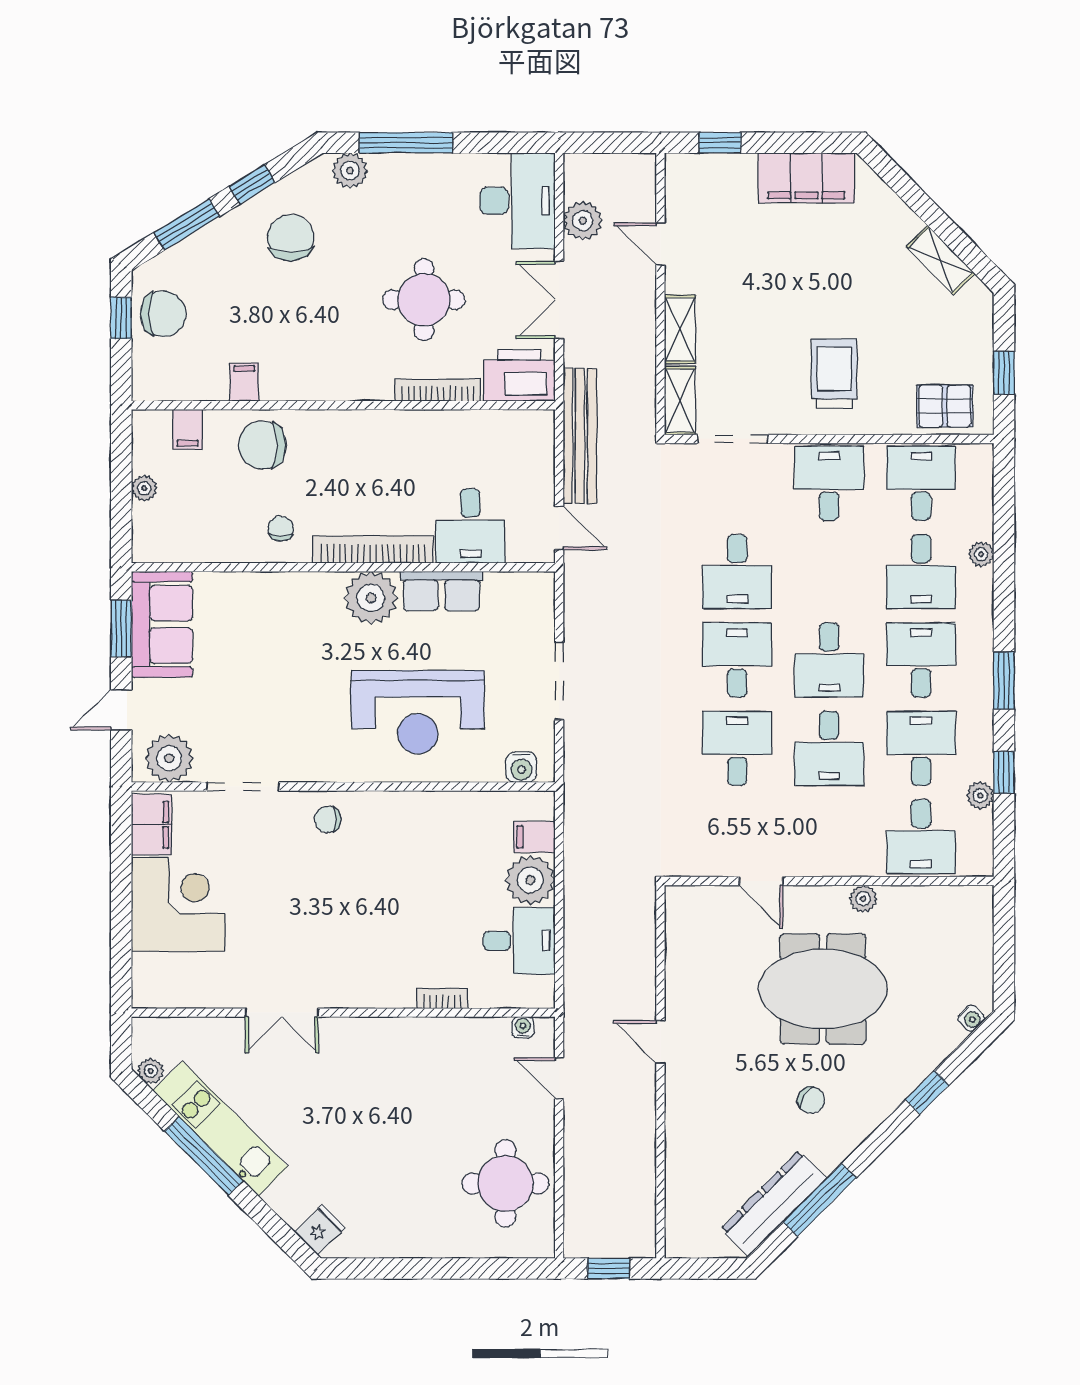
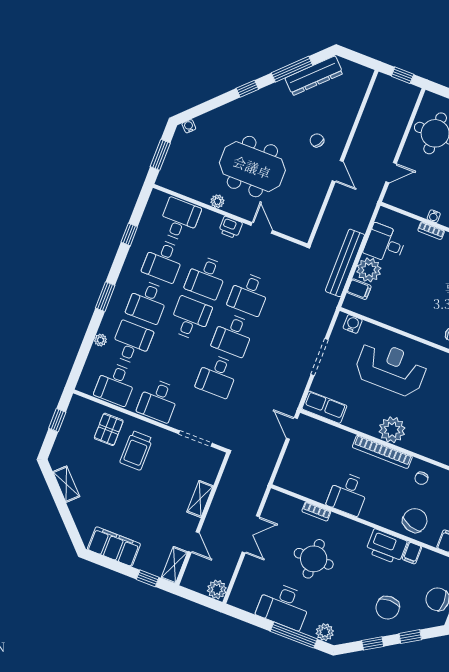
desk: (518, 201) -> (284, 606), moved, turned -90
plant: (583, 221) -> (217, 589), moved
window: (187, 224) -> (410, 637), width x0.67
chair: (291, 238) -> (388, 608), moved
printer: (519, 375) -> (386, 546), moved
bookcase: (438, 390) -> (316, 512), width x0.64
shelving: (680, 401) -> (174, 565), moved
pallet: (945, 406) -> (109, 429), moved, turned 90
bench: (580, 436) -> (345, 263), moved
chair: (262, 445) -> (415, 520), turned -72
desk: (470, 526) -> (348, 494), moved, turned 180
desk: (737, 572) -> (217, 376), turned 180
row of seats: (442, 591) -> (324, 407), moved
window: (1004, 681) -> (105, 297), moved
desk: (829, 748) -> (206, 277), turned 180
plant: (980, 796) -> (144, 228), removed
printer: (820, 859) -> (230, 227), added
window: (1004, 944) -> (160, 155), added
water cooler: (523, 1027) -> (434, 216), moved
door: (559, 1078) -> (391, 173), hinge flipped
window: (927, 1092) -> (247, 89), moved
chair: (811, 1100) -> (317, 140), moved

